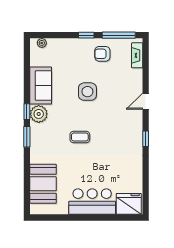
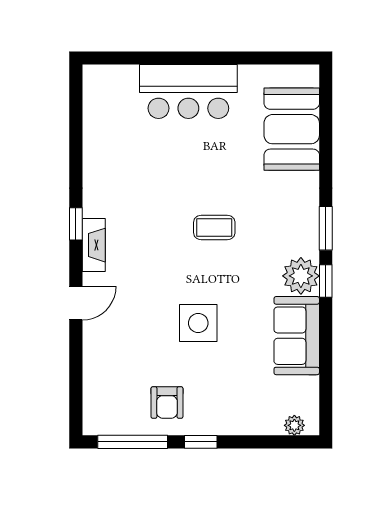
armchair: (102, 54) -> (167, 403), turned 90
fireplace: (137, 55) -> (94, 245), moved
fridge: (129, 204) -> (111, 87), removed

